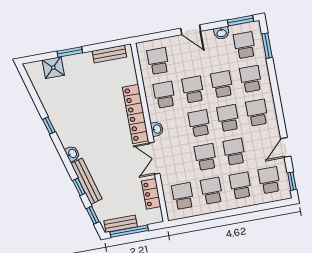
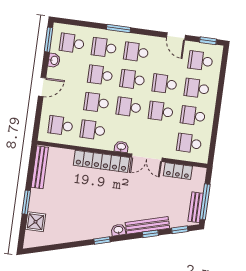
window: (267, 46) -> (118, 29), moved
bench: (109, 54) -> (40, 167), width x1.36
window: (49, 126) -> (102, 241), moved

